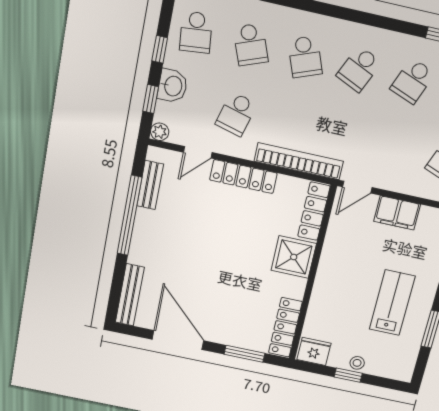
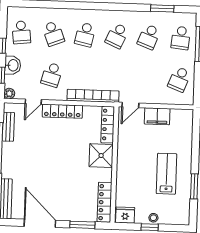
school desk: (305, 57) -> (85, 35), turned 33

